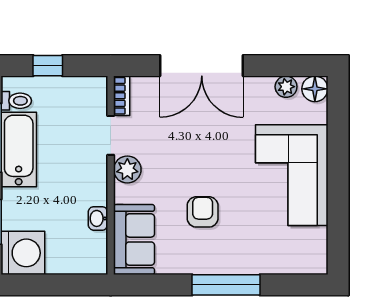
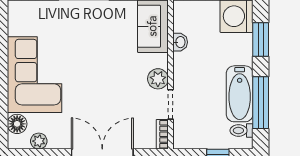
floor lamp: (315, 89) -> (17, 124), moved
armchair: (203, 212) -> (101, 47), removed

